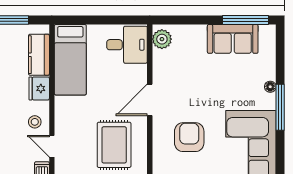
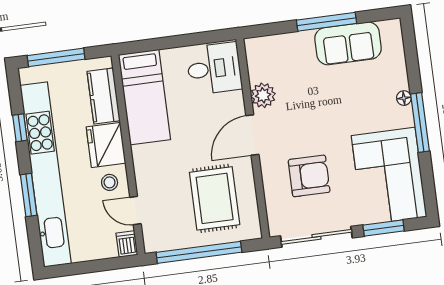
window: (245, 20) -> (327, 22), moved
plant: (162, 39) -> (263, 95), moved
fridge: (39, 88) -> (106, 145), width x1.36, depth x1.34
armchair: (189, 137) -> (309, 176), turned 90

